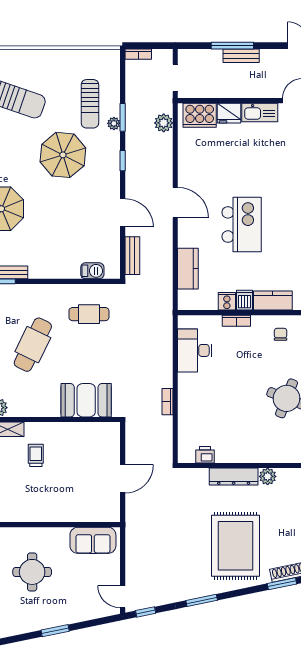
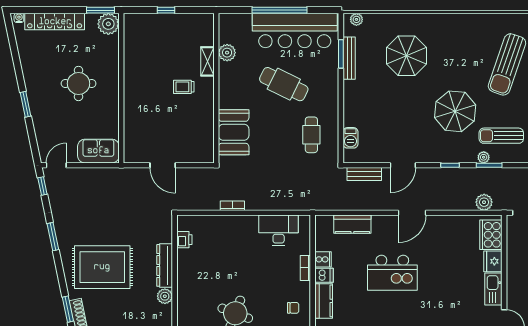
trolley: (36, 455) -> (184, 87), turned 180
sofa: (93, 540) -> (98, 151), moved, turned 90

